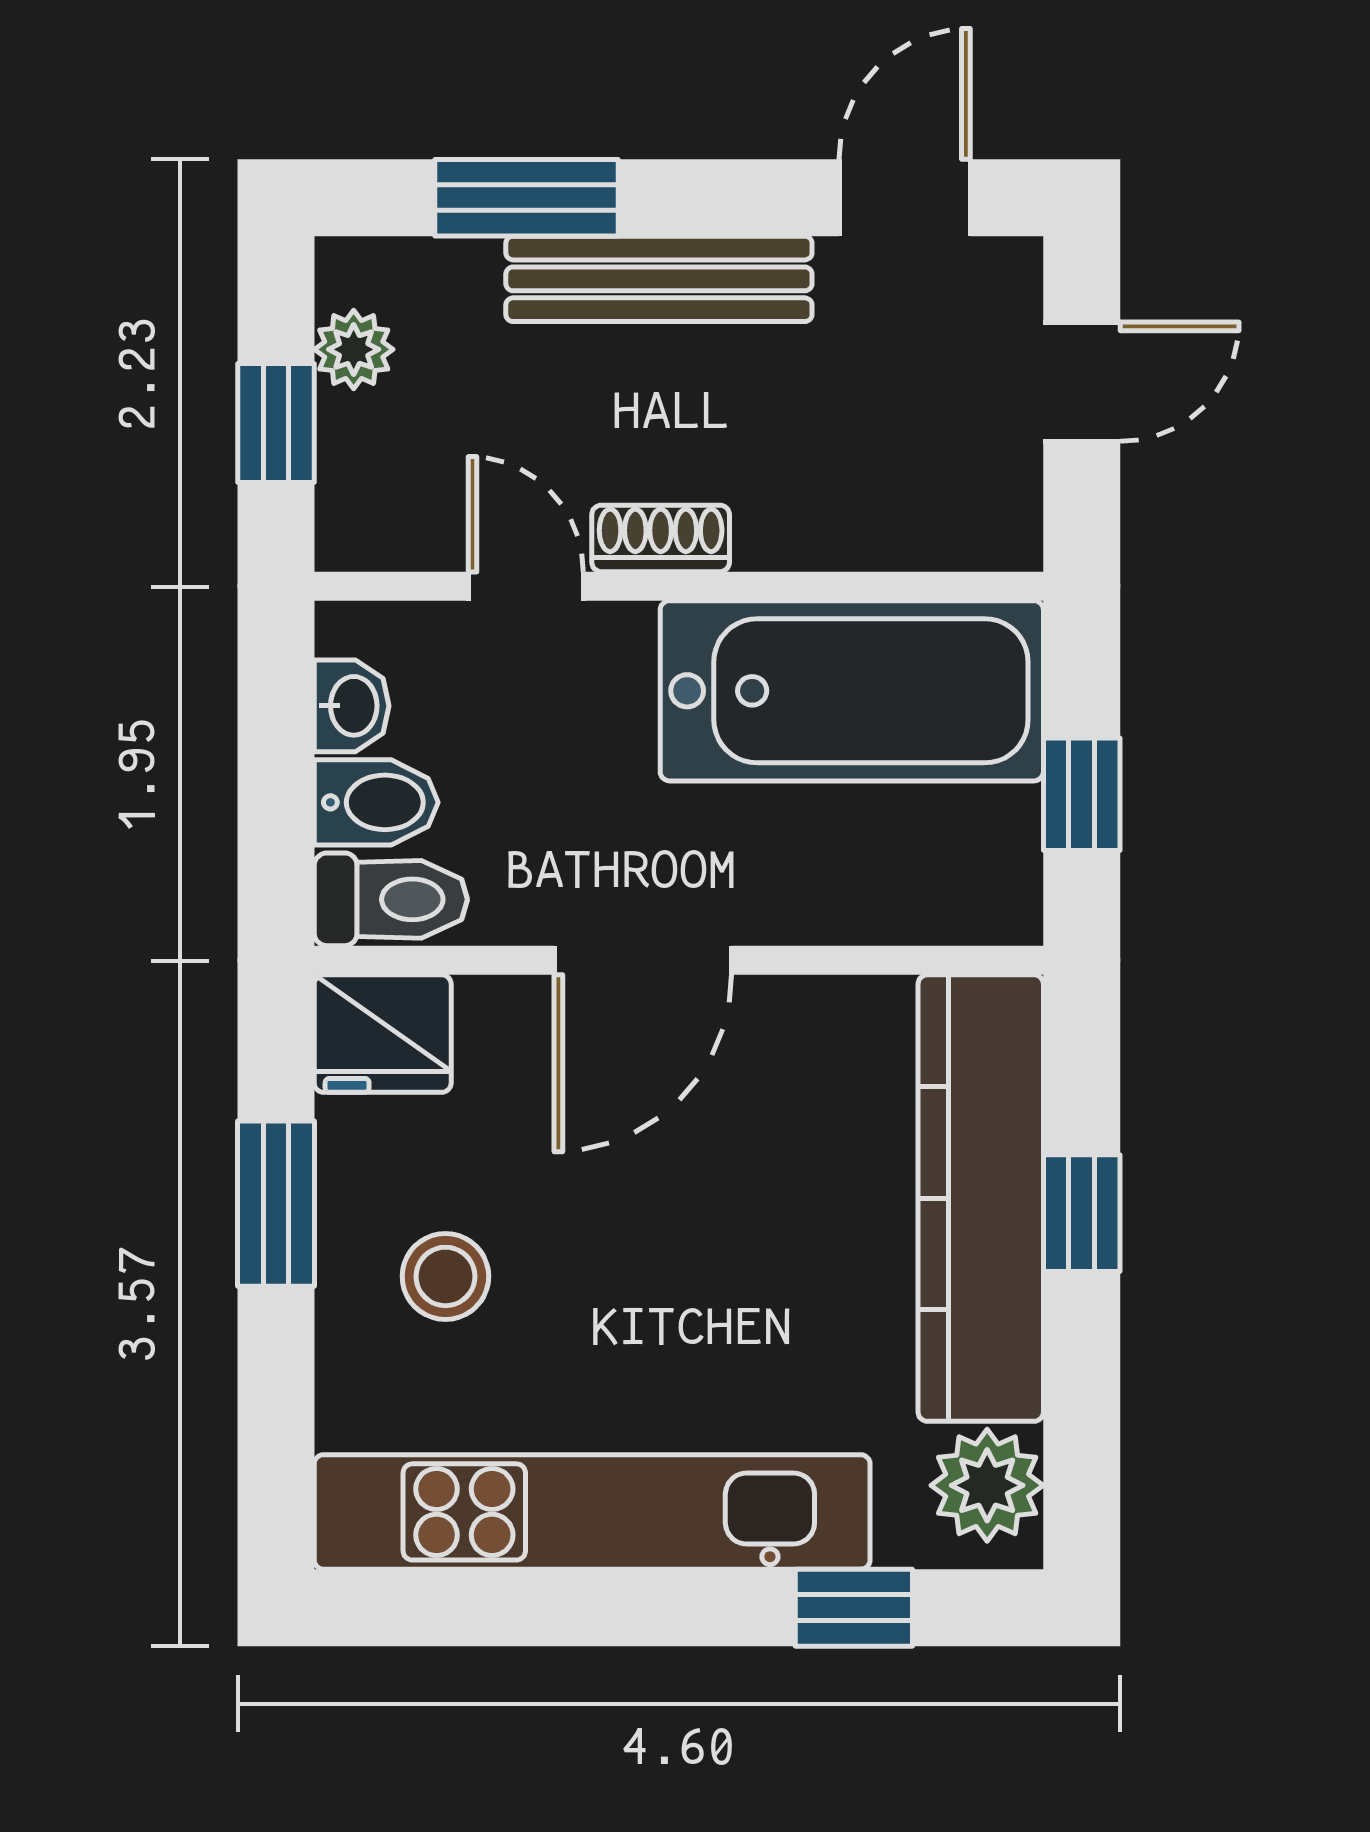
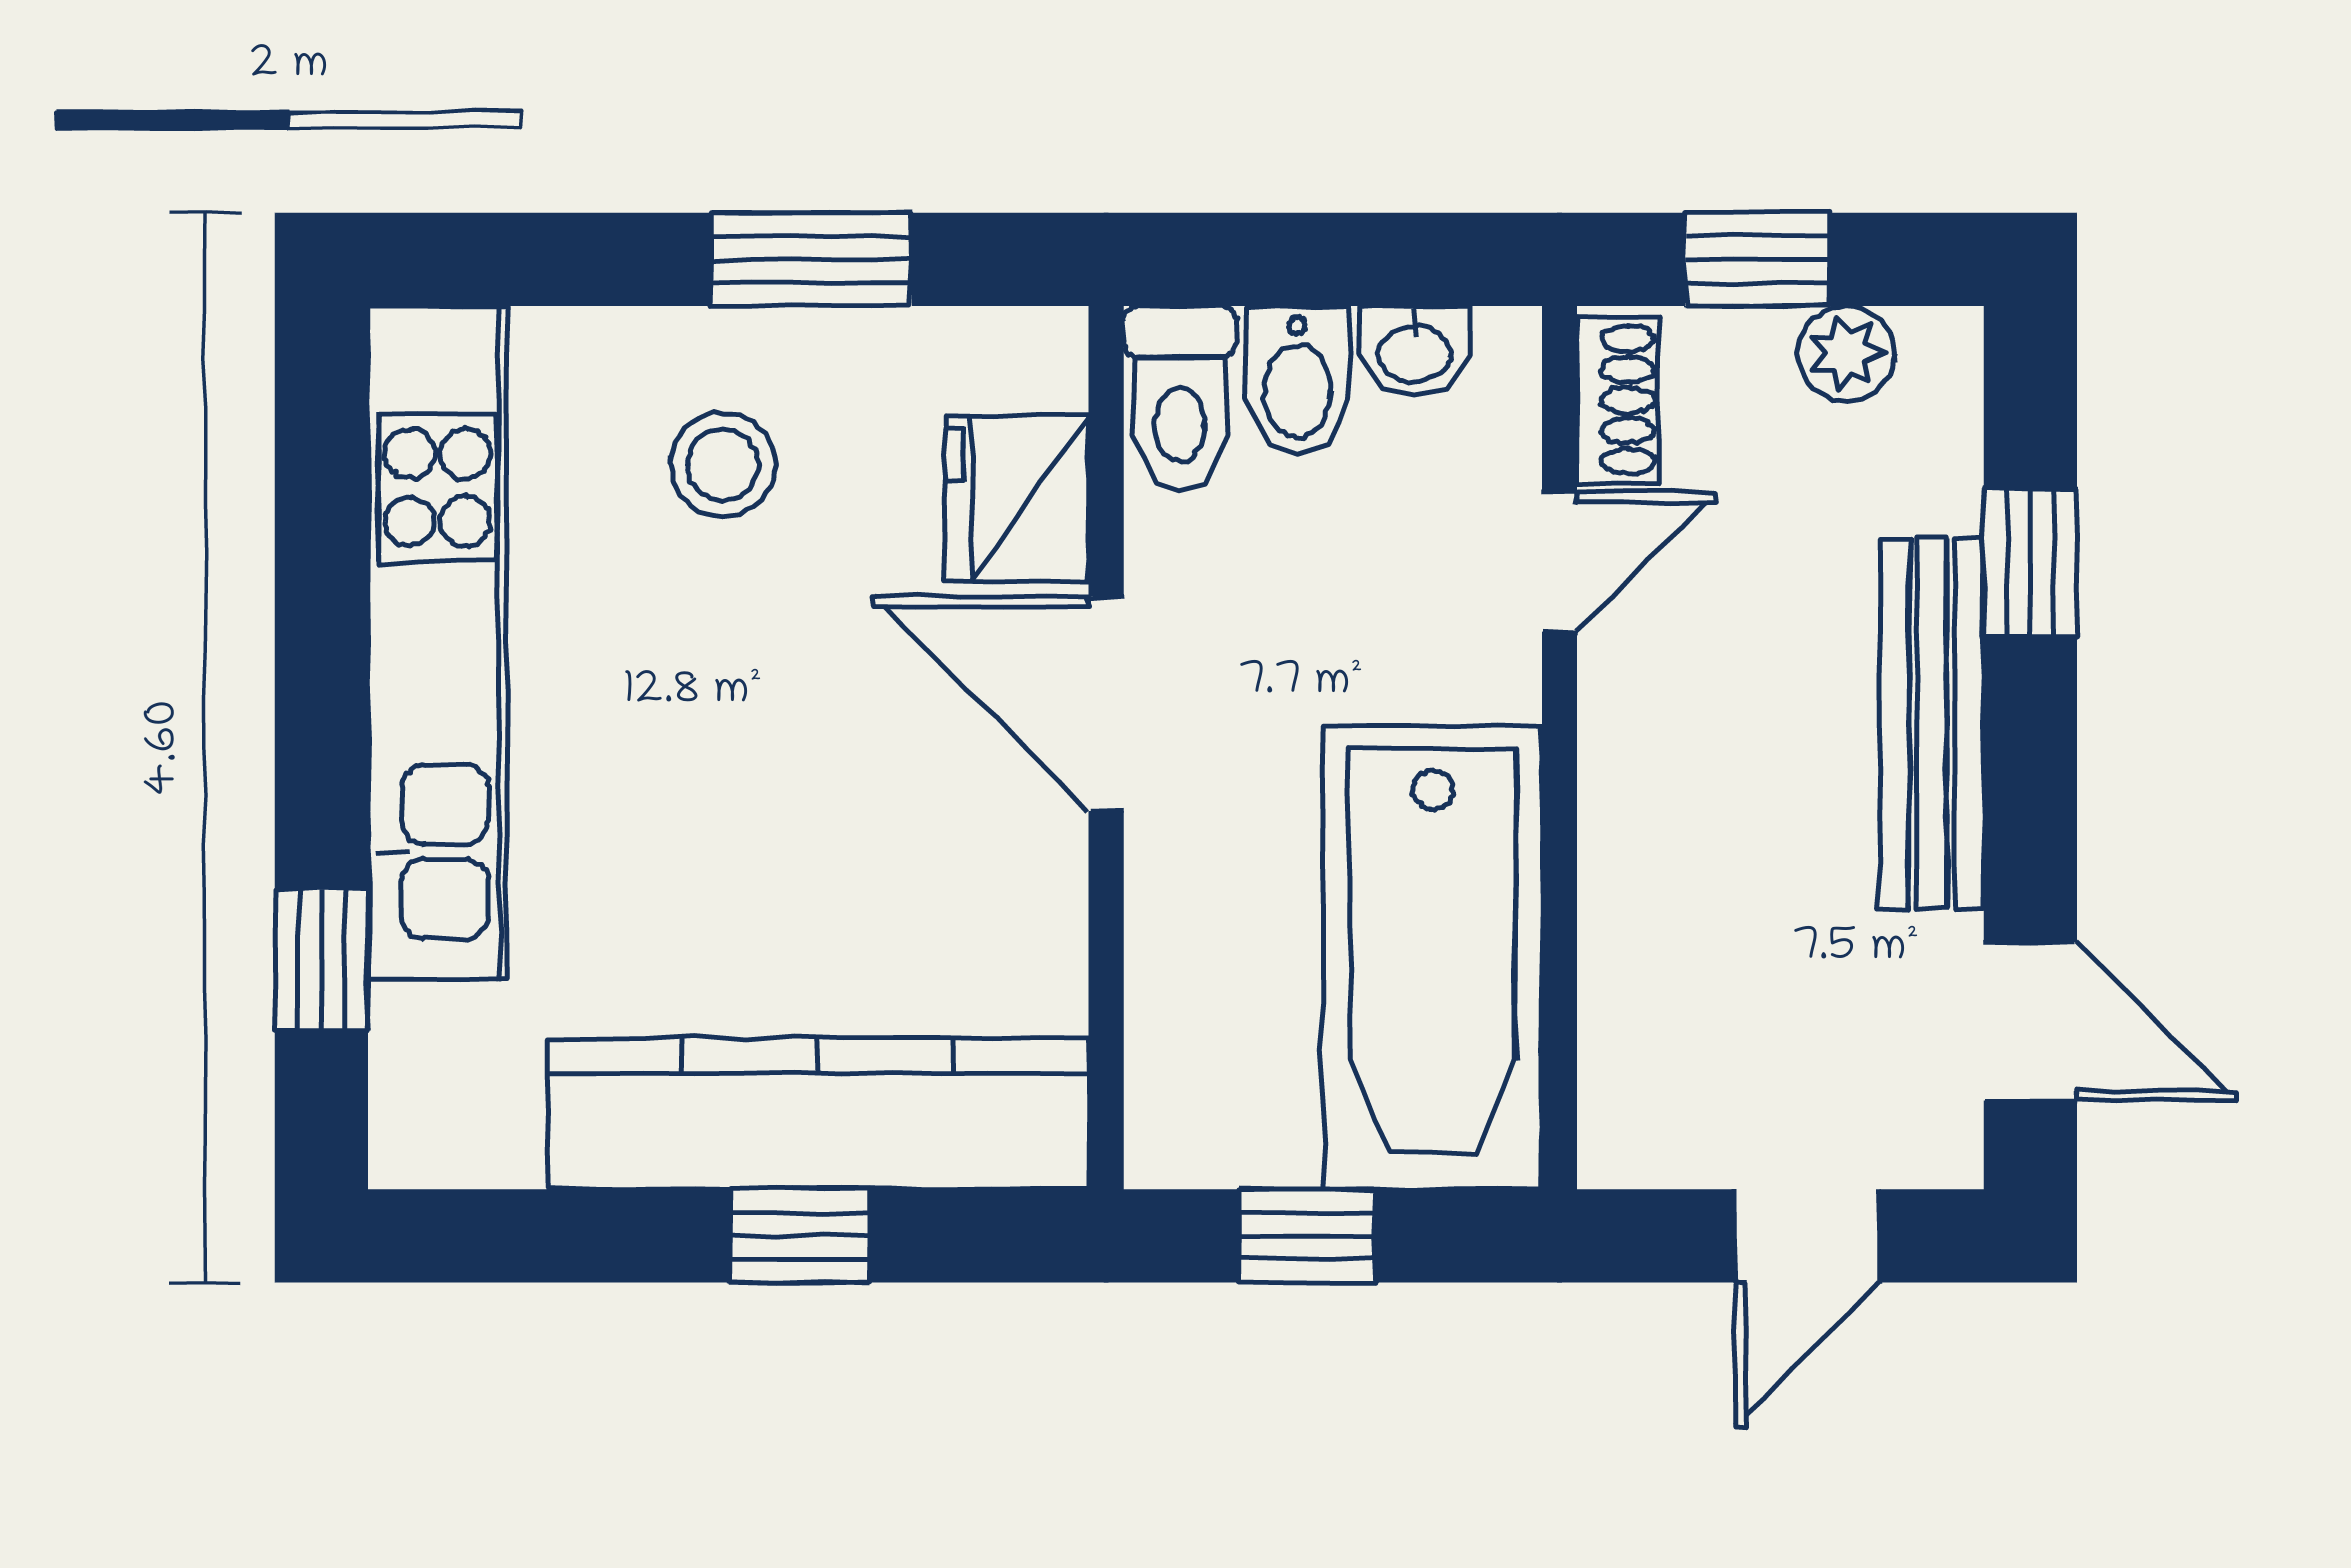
window: (527, 198) -> (2030, 563), width x0.67
door: (1082, 382) -> (1807, 1236), hinge flipped
shoe rack: (661, 538) -> (1617, 400), moved
fridge: (383, 1034) -> (1017, 498), moved
plant: (987, 1485) -> (470, 1121), removed

